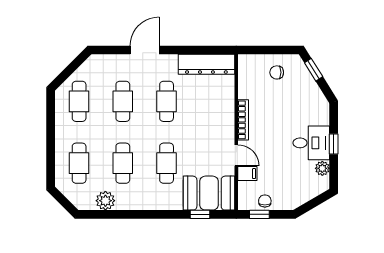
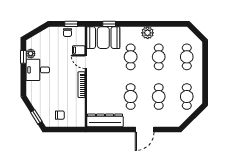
window: (334, 144) -> (23, 57), moved
plant: (105, 201) -> (148, 33), moved

